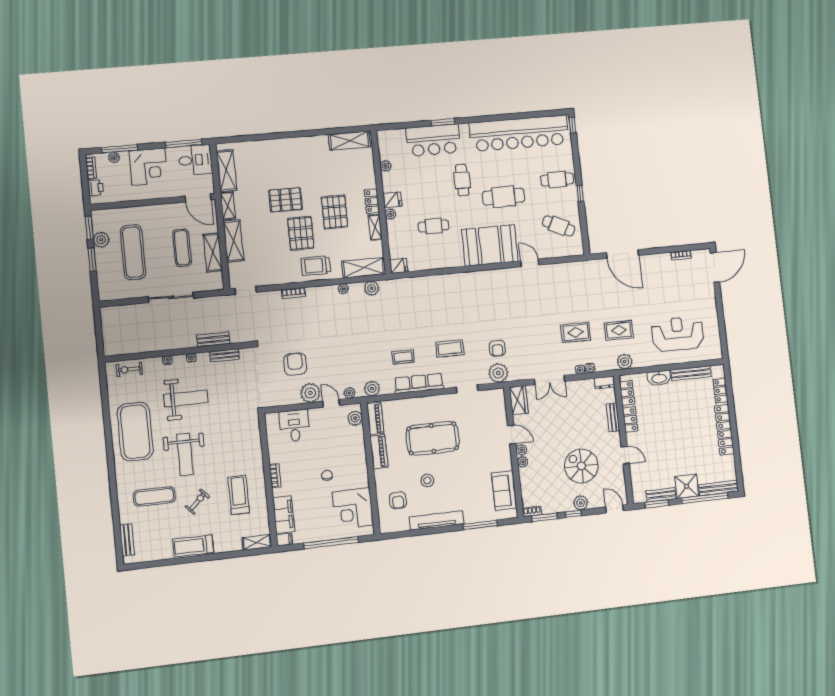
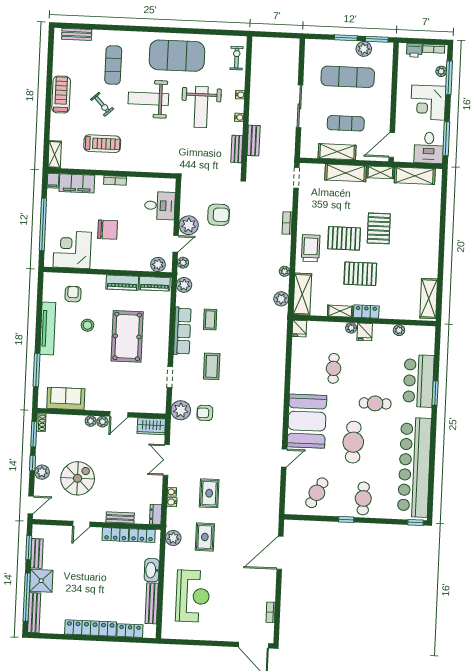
chair: (327, 475) -> (108, 230), width x1.87, depth x1.87
armchair: (398, 500) -> (73, 294), turned 90

